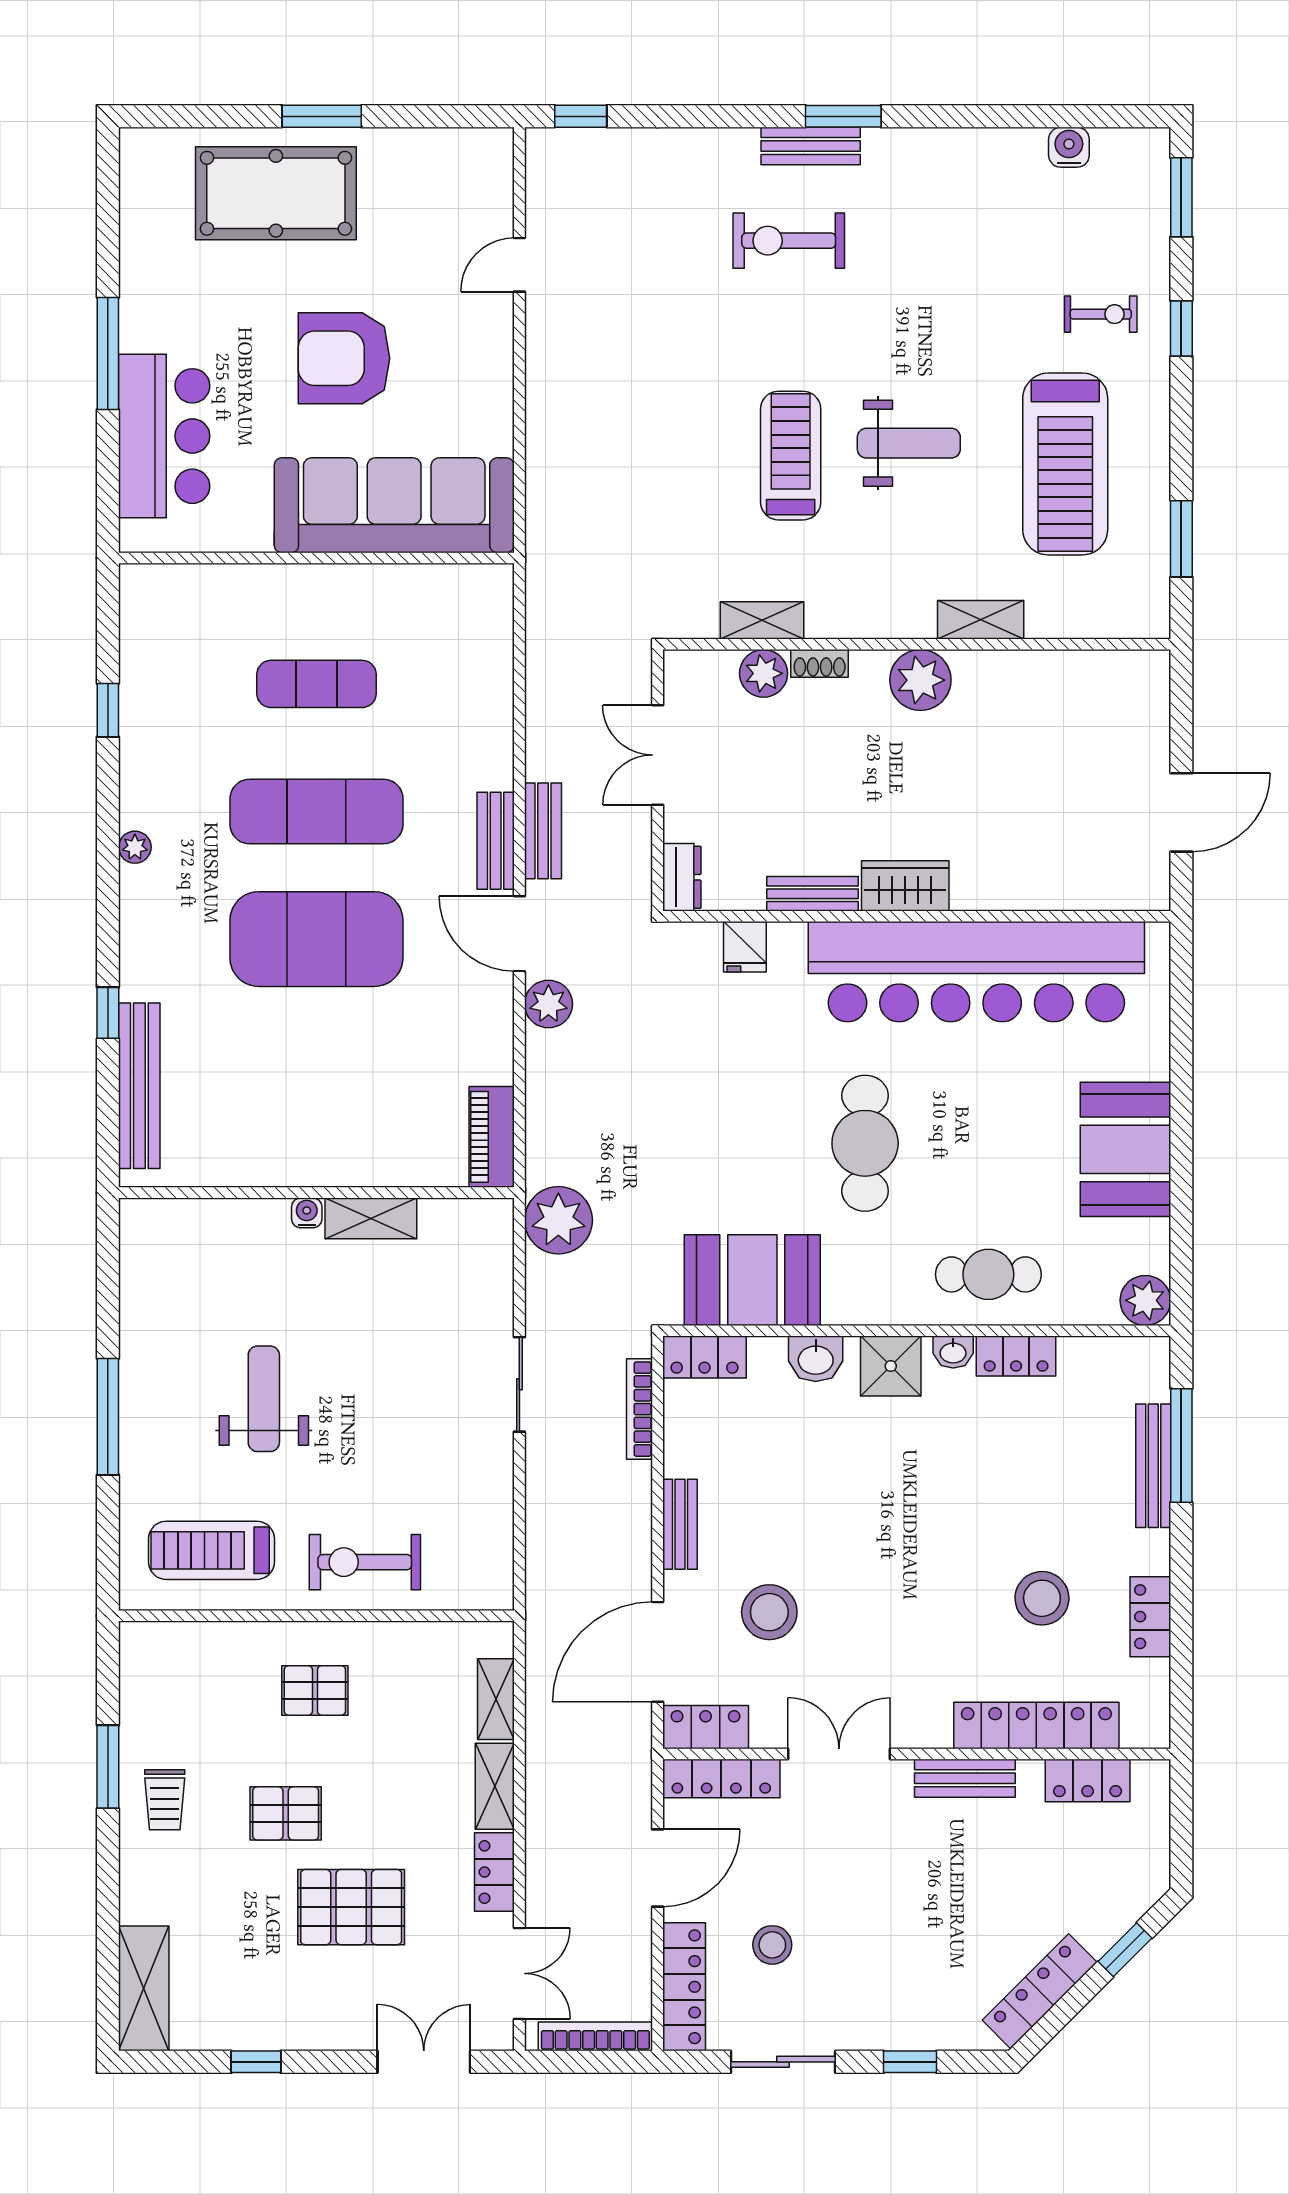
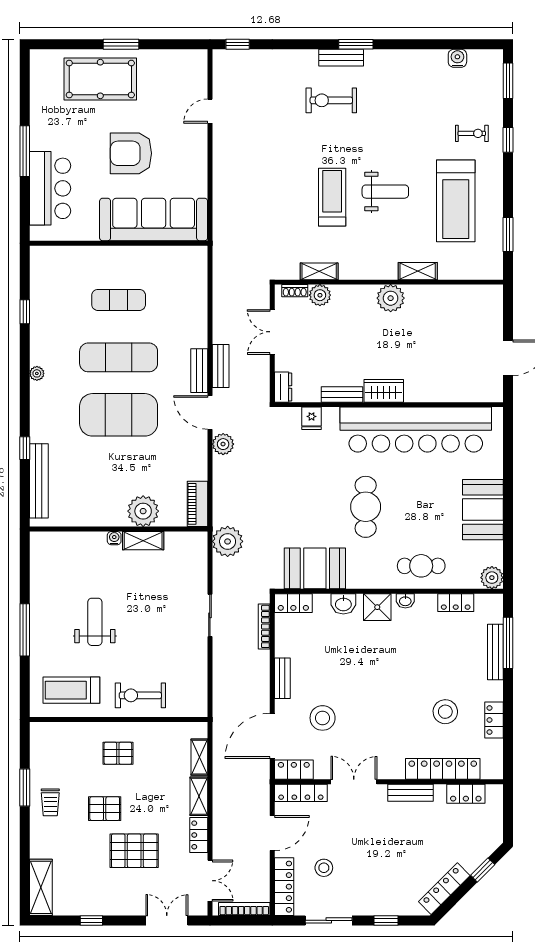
shoe rack: (820, 663) -> (295, 291), moved
plant: (371, 1153) -> (143, 511), added
locker: (1016, 1356) -> (456, 603), moved

